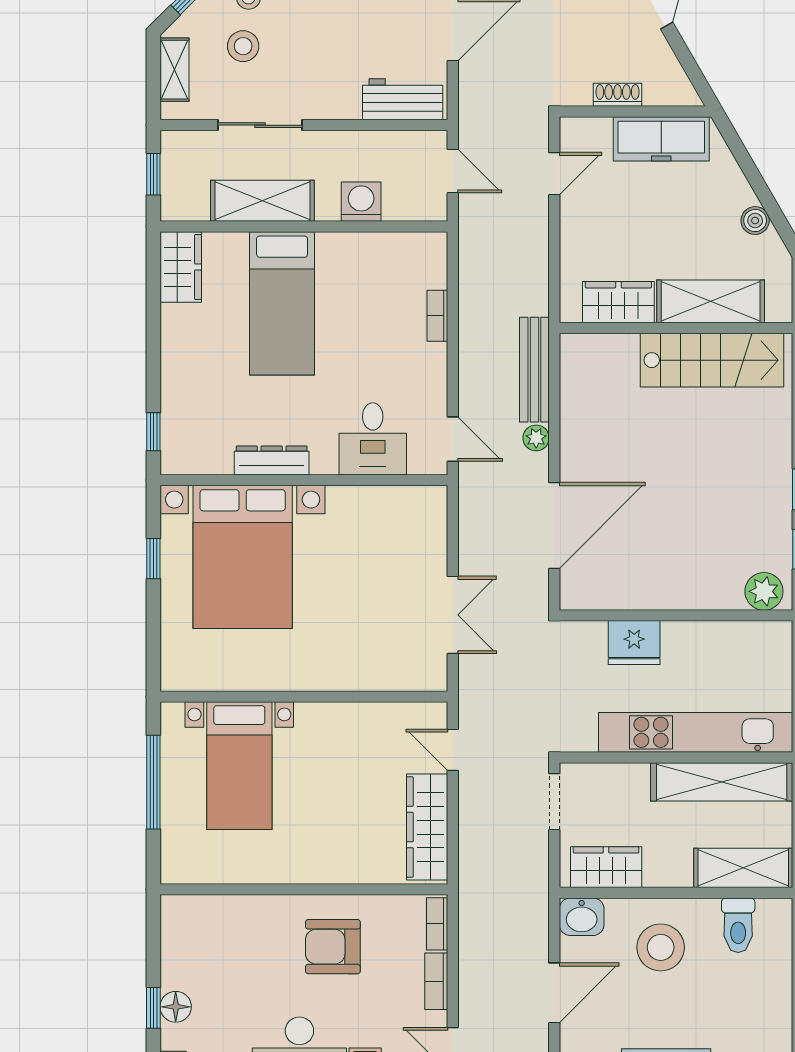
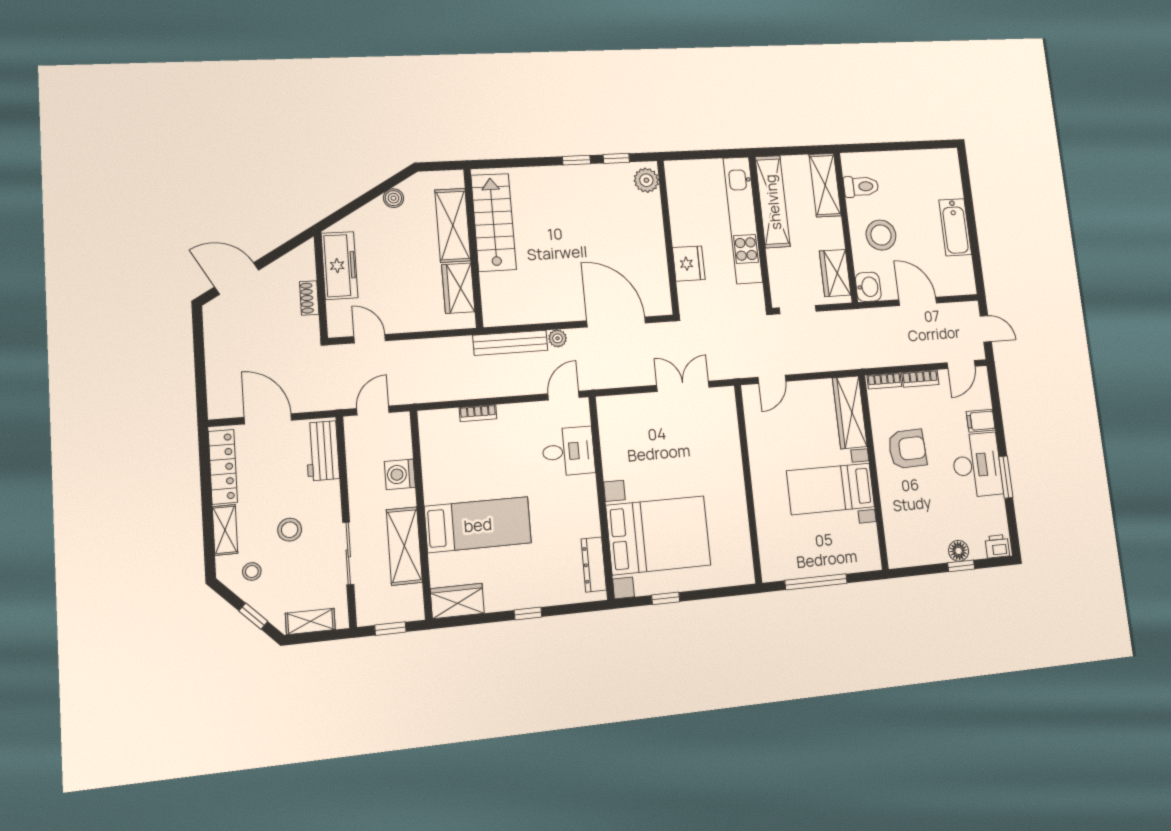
stool: (243, 46) -> (290, 530), moved
window: (153, 432) -> (528, 613), moved
dresser: (272, 460) -> (594, 565), moved
bed with nightstands: (239, 766) -> (831, 489), moved, turned 180
wardrobe: (427, 827) -> (850, 412), moved, turned 90
armchair: (333, 947) -> (907, 449), turned -92

